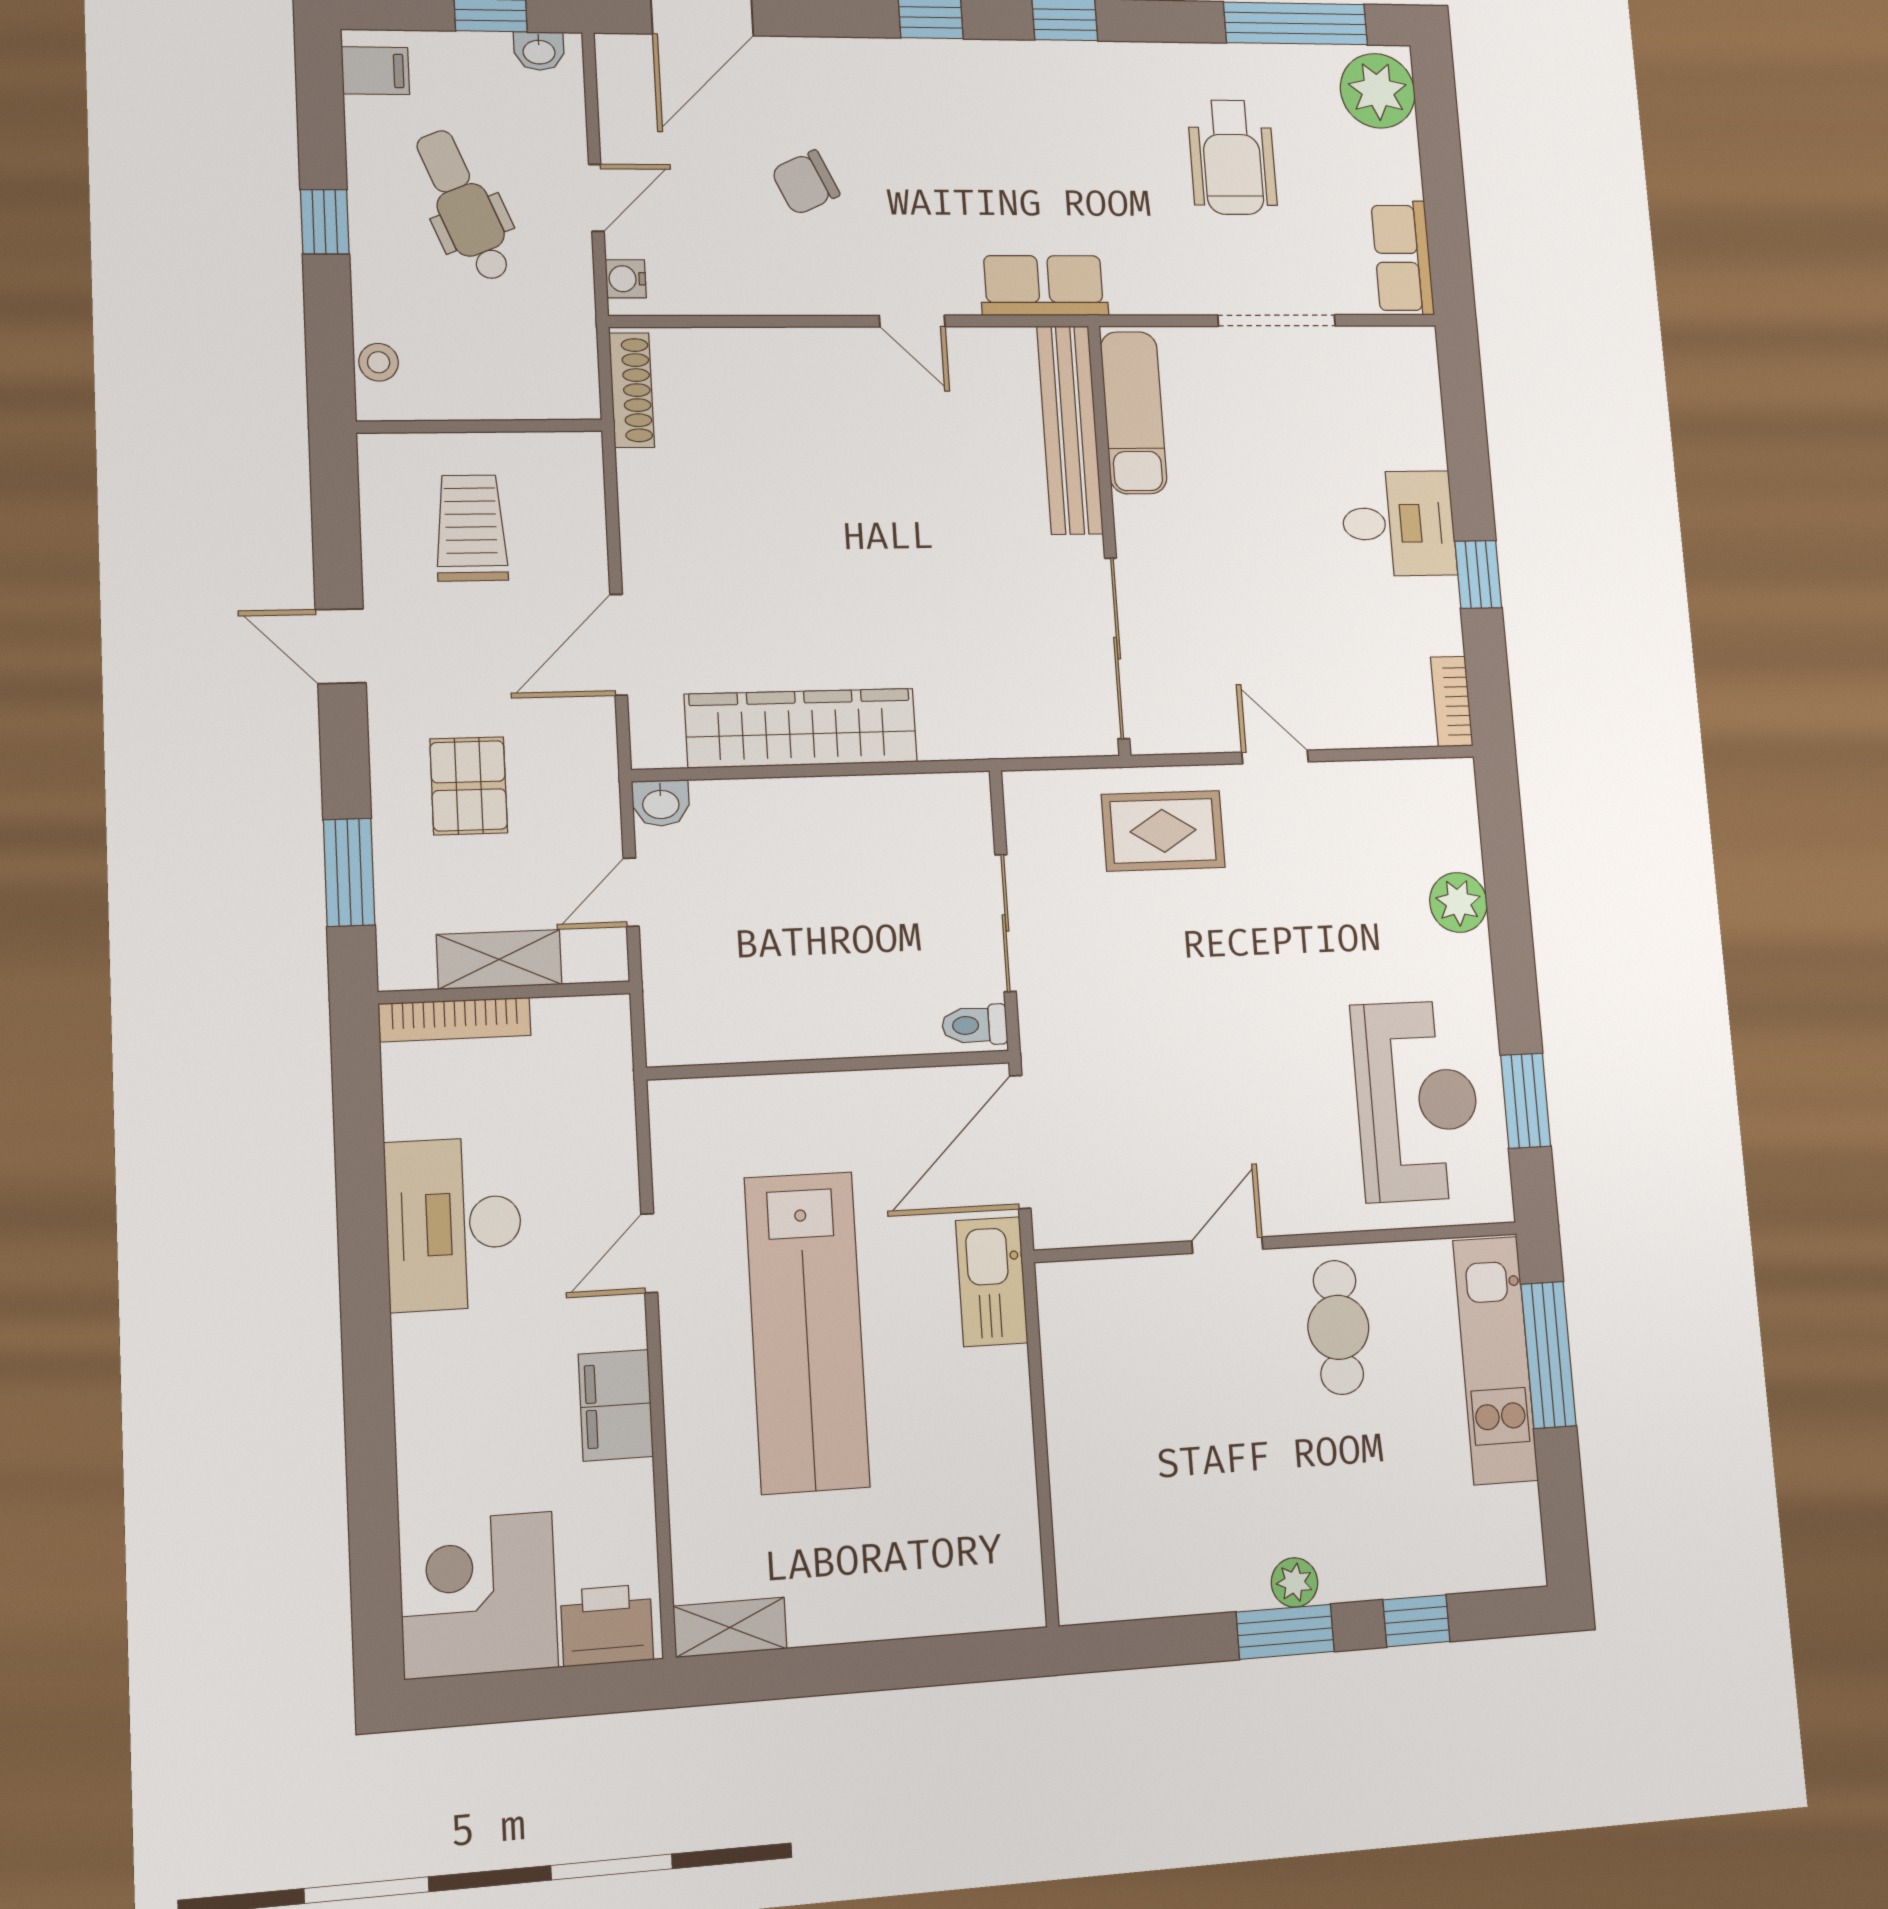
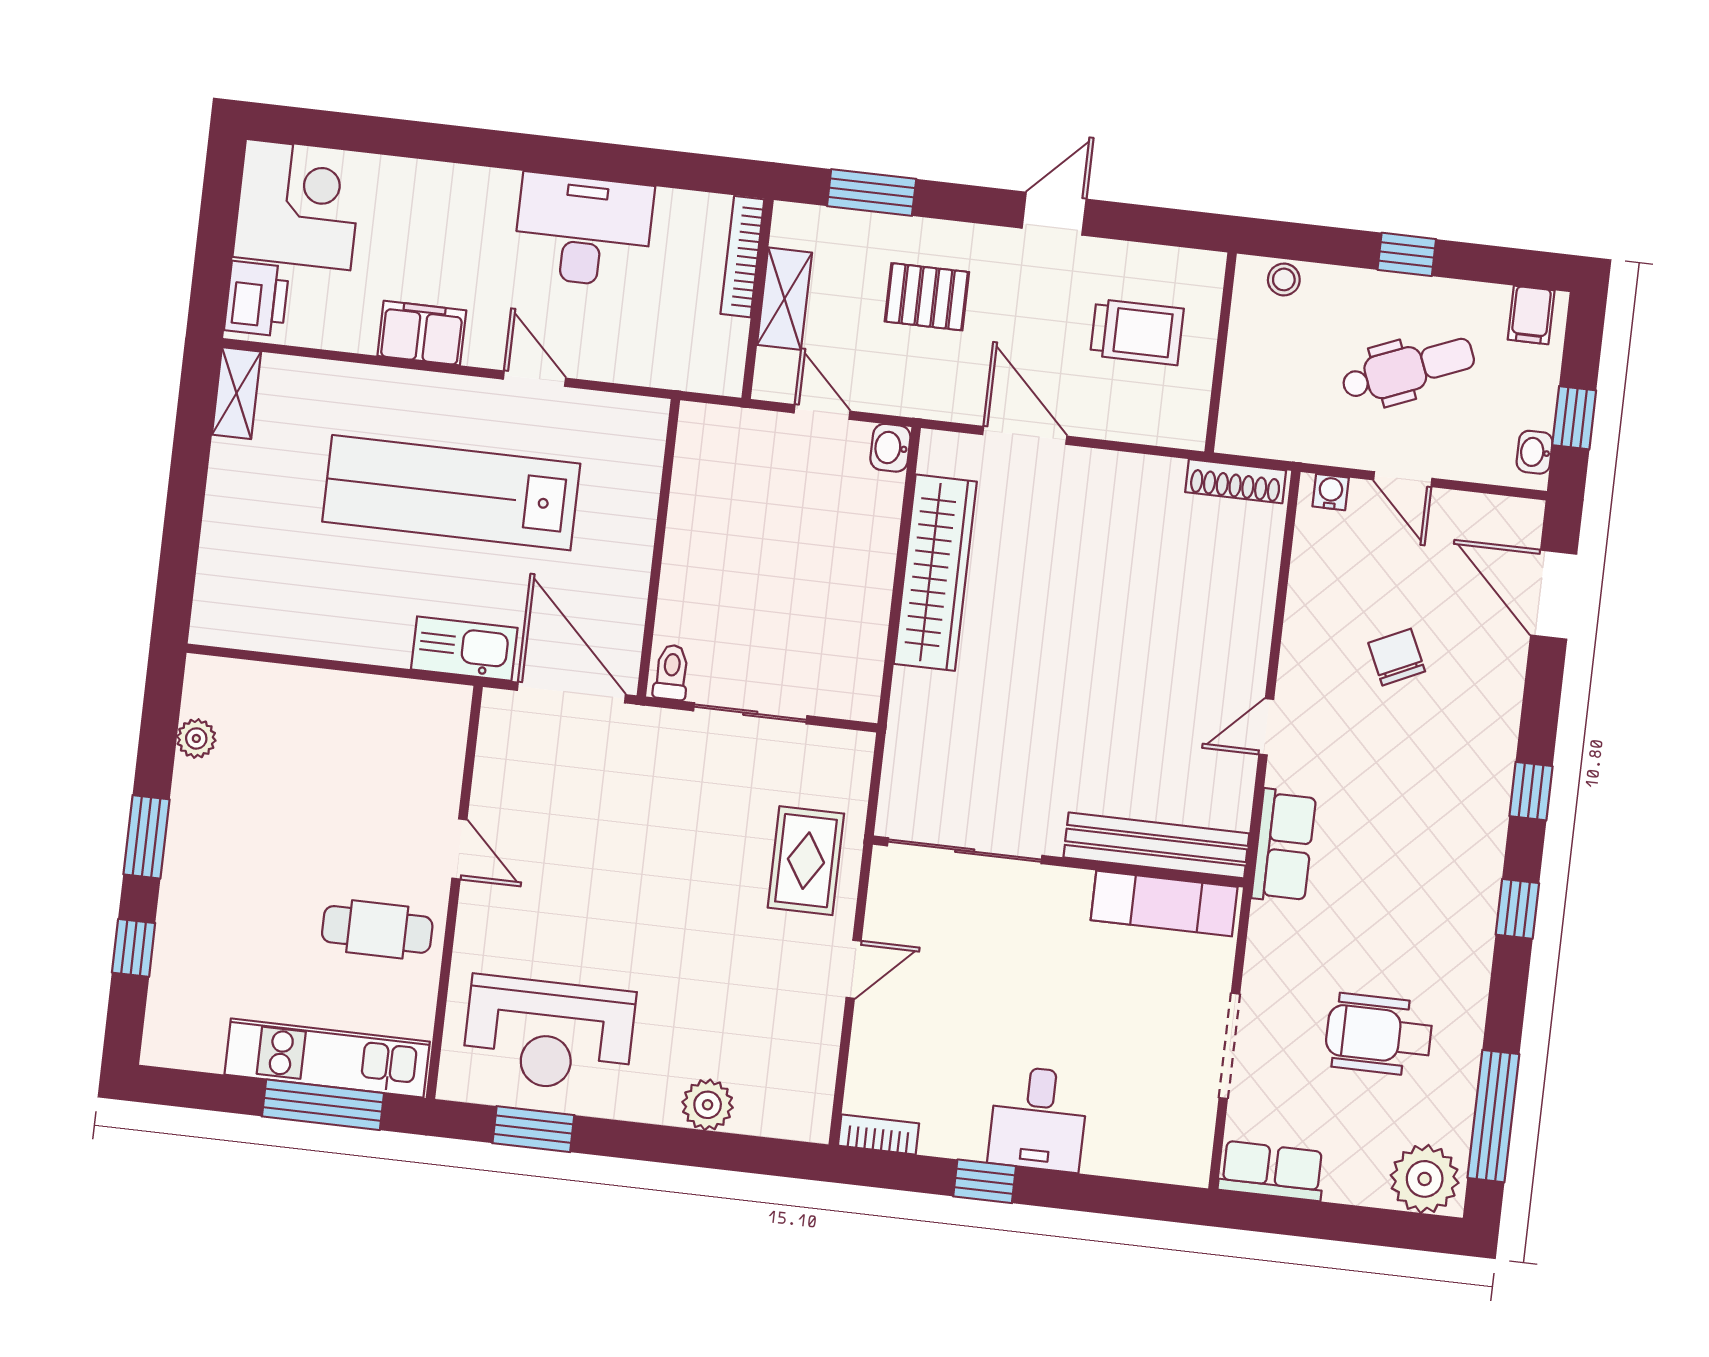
plant: (1295, 1582) -> (196, 738), moved

